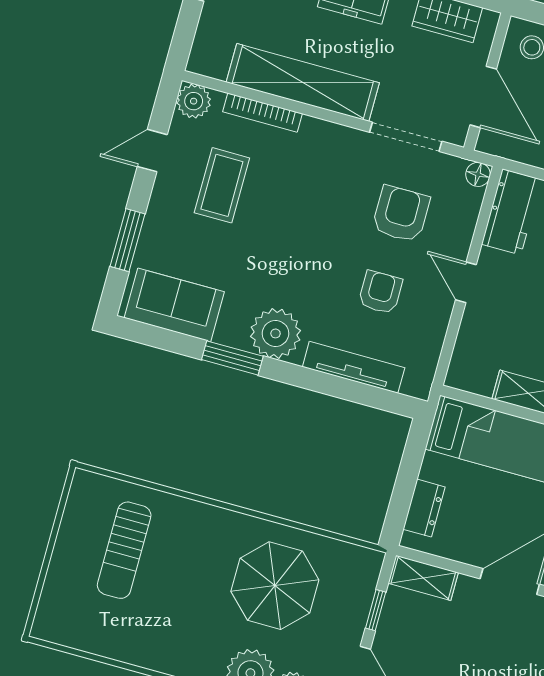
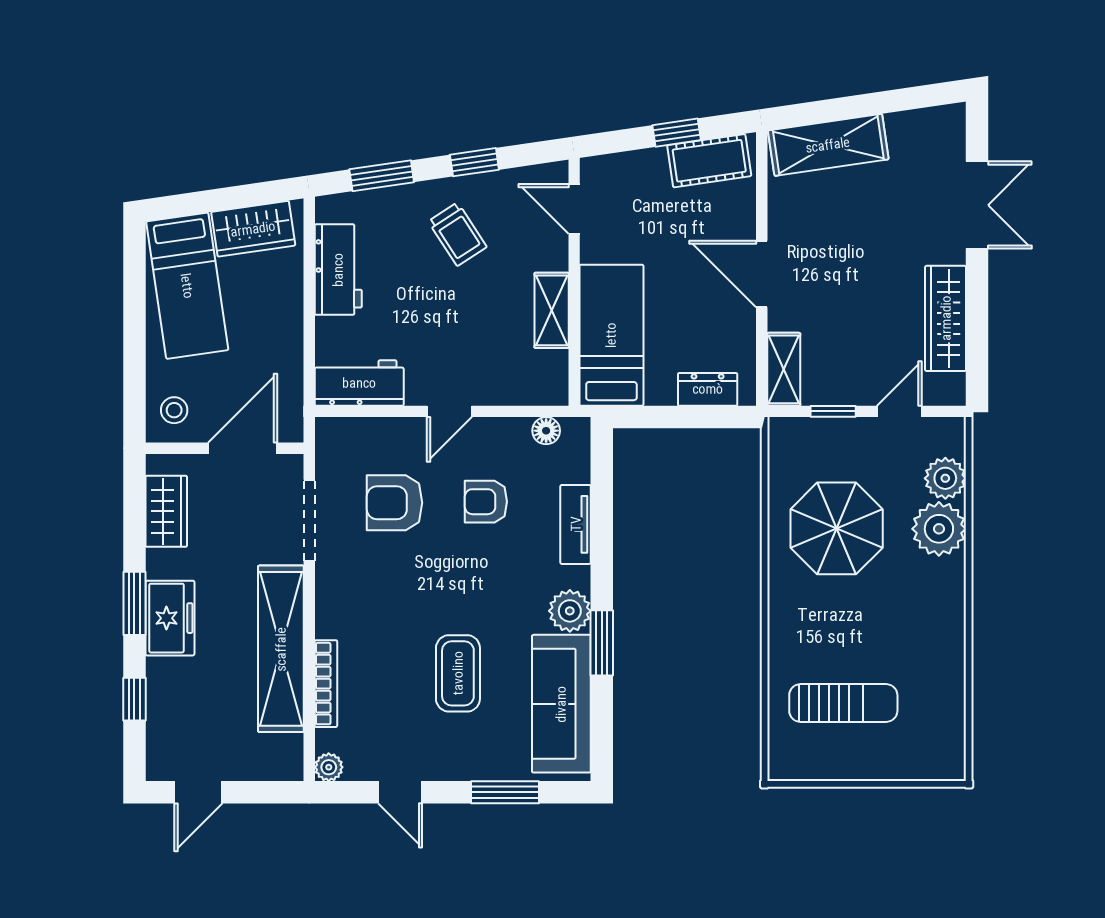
plant: (194, 101) -> (329, 767), width x0.73, depth x0.73
floor lamp: (478, 174) -> (546, 431), moved
coffee table: (222, 185) -> (458, 673), moved, turned 90
sofa: (174, 305) -> (561, 704), width x1.36
plant: (275, 333) -> (570, 611), width x0.73, depth x0.73
tv unit: (354, 367) -> (576, 524), width x0.71

